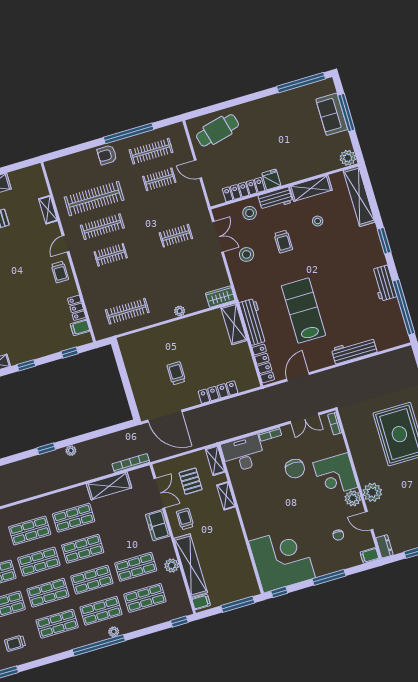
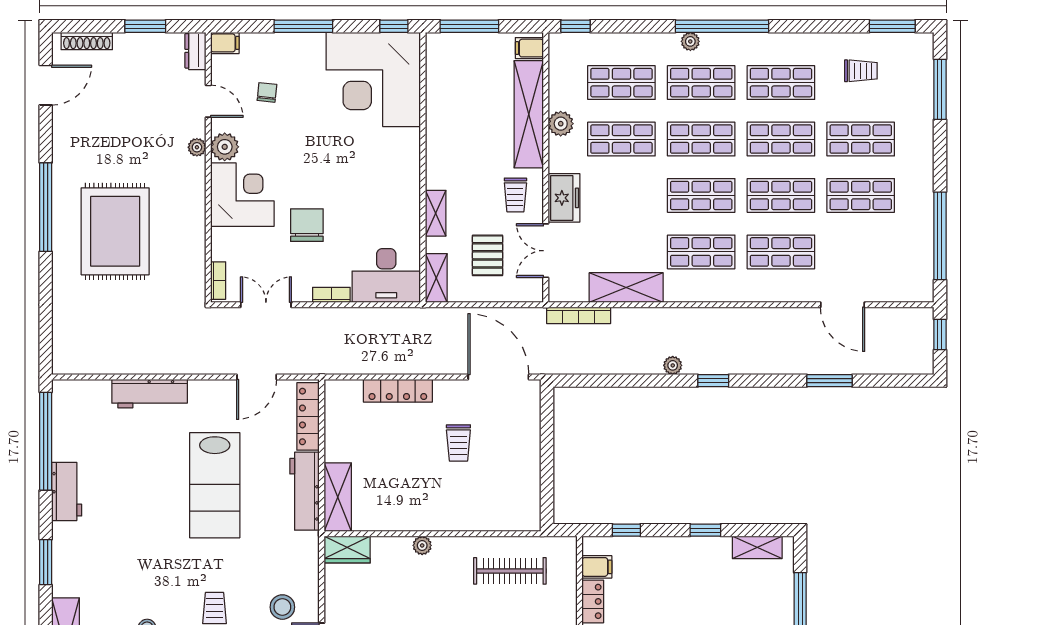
plant: (372, 492) -> (197, 147), width x0.53, depth x0.53

